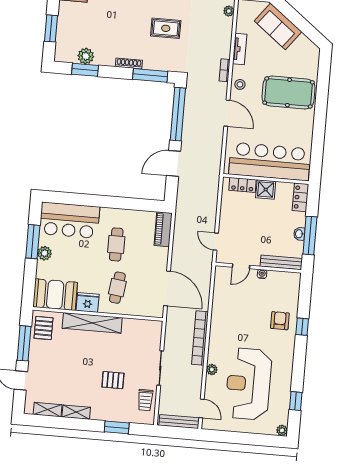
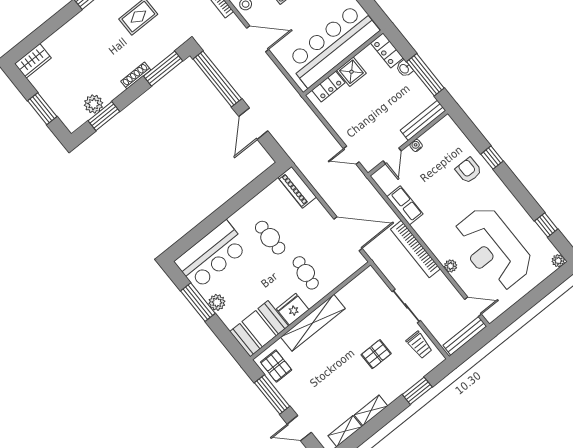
washbasin: (299, 234) -> (404, 69), moved
row of seats: (219, 305) -> (405, 205), added

